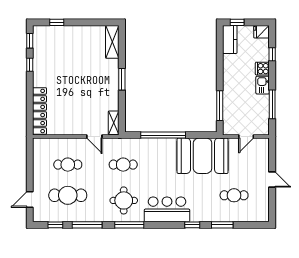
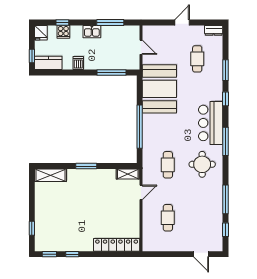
cooker: (262, 69) -> (63, 32), moved
dishwasher: (230, 71) -> (78, 63), added
cafe table: (68, 195) -> (197, 218), removed
dresser: (264, 213) -> (214, 30), added
window: (129, 225) -> (225, 141), moved

